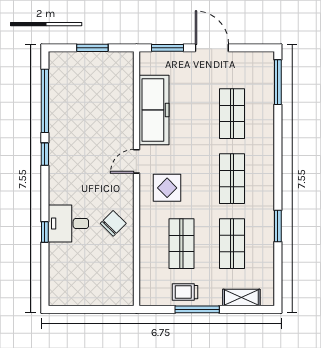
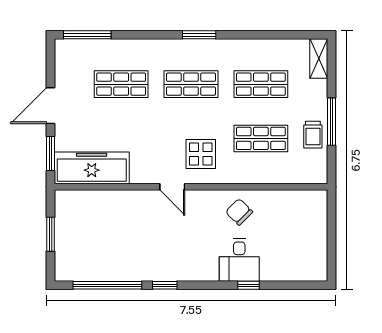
freezer: (154, 110) -> (92, 168), moved
window: (278, 226) -> (199, 35), moved
shelving: (241, 298) -> (319, 59), moved

